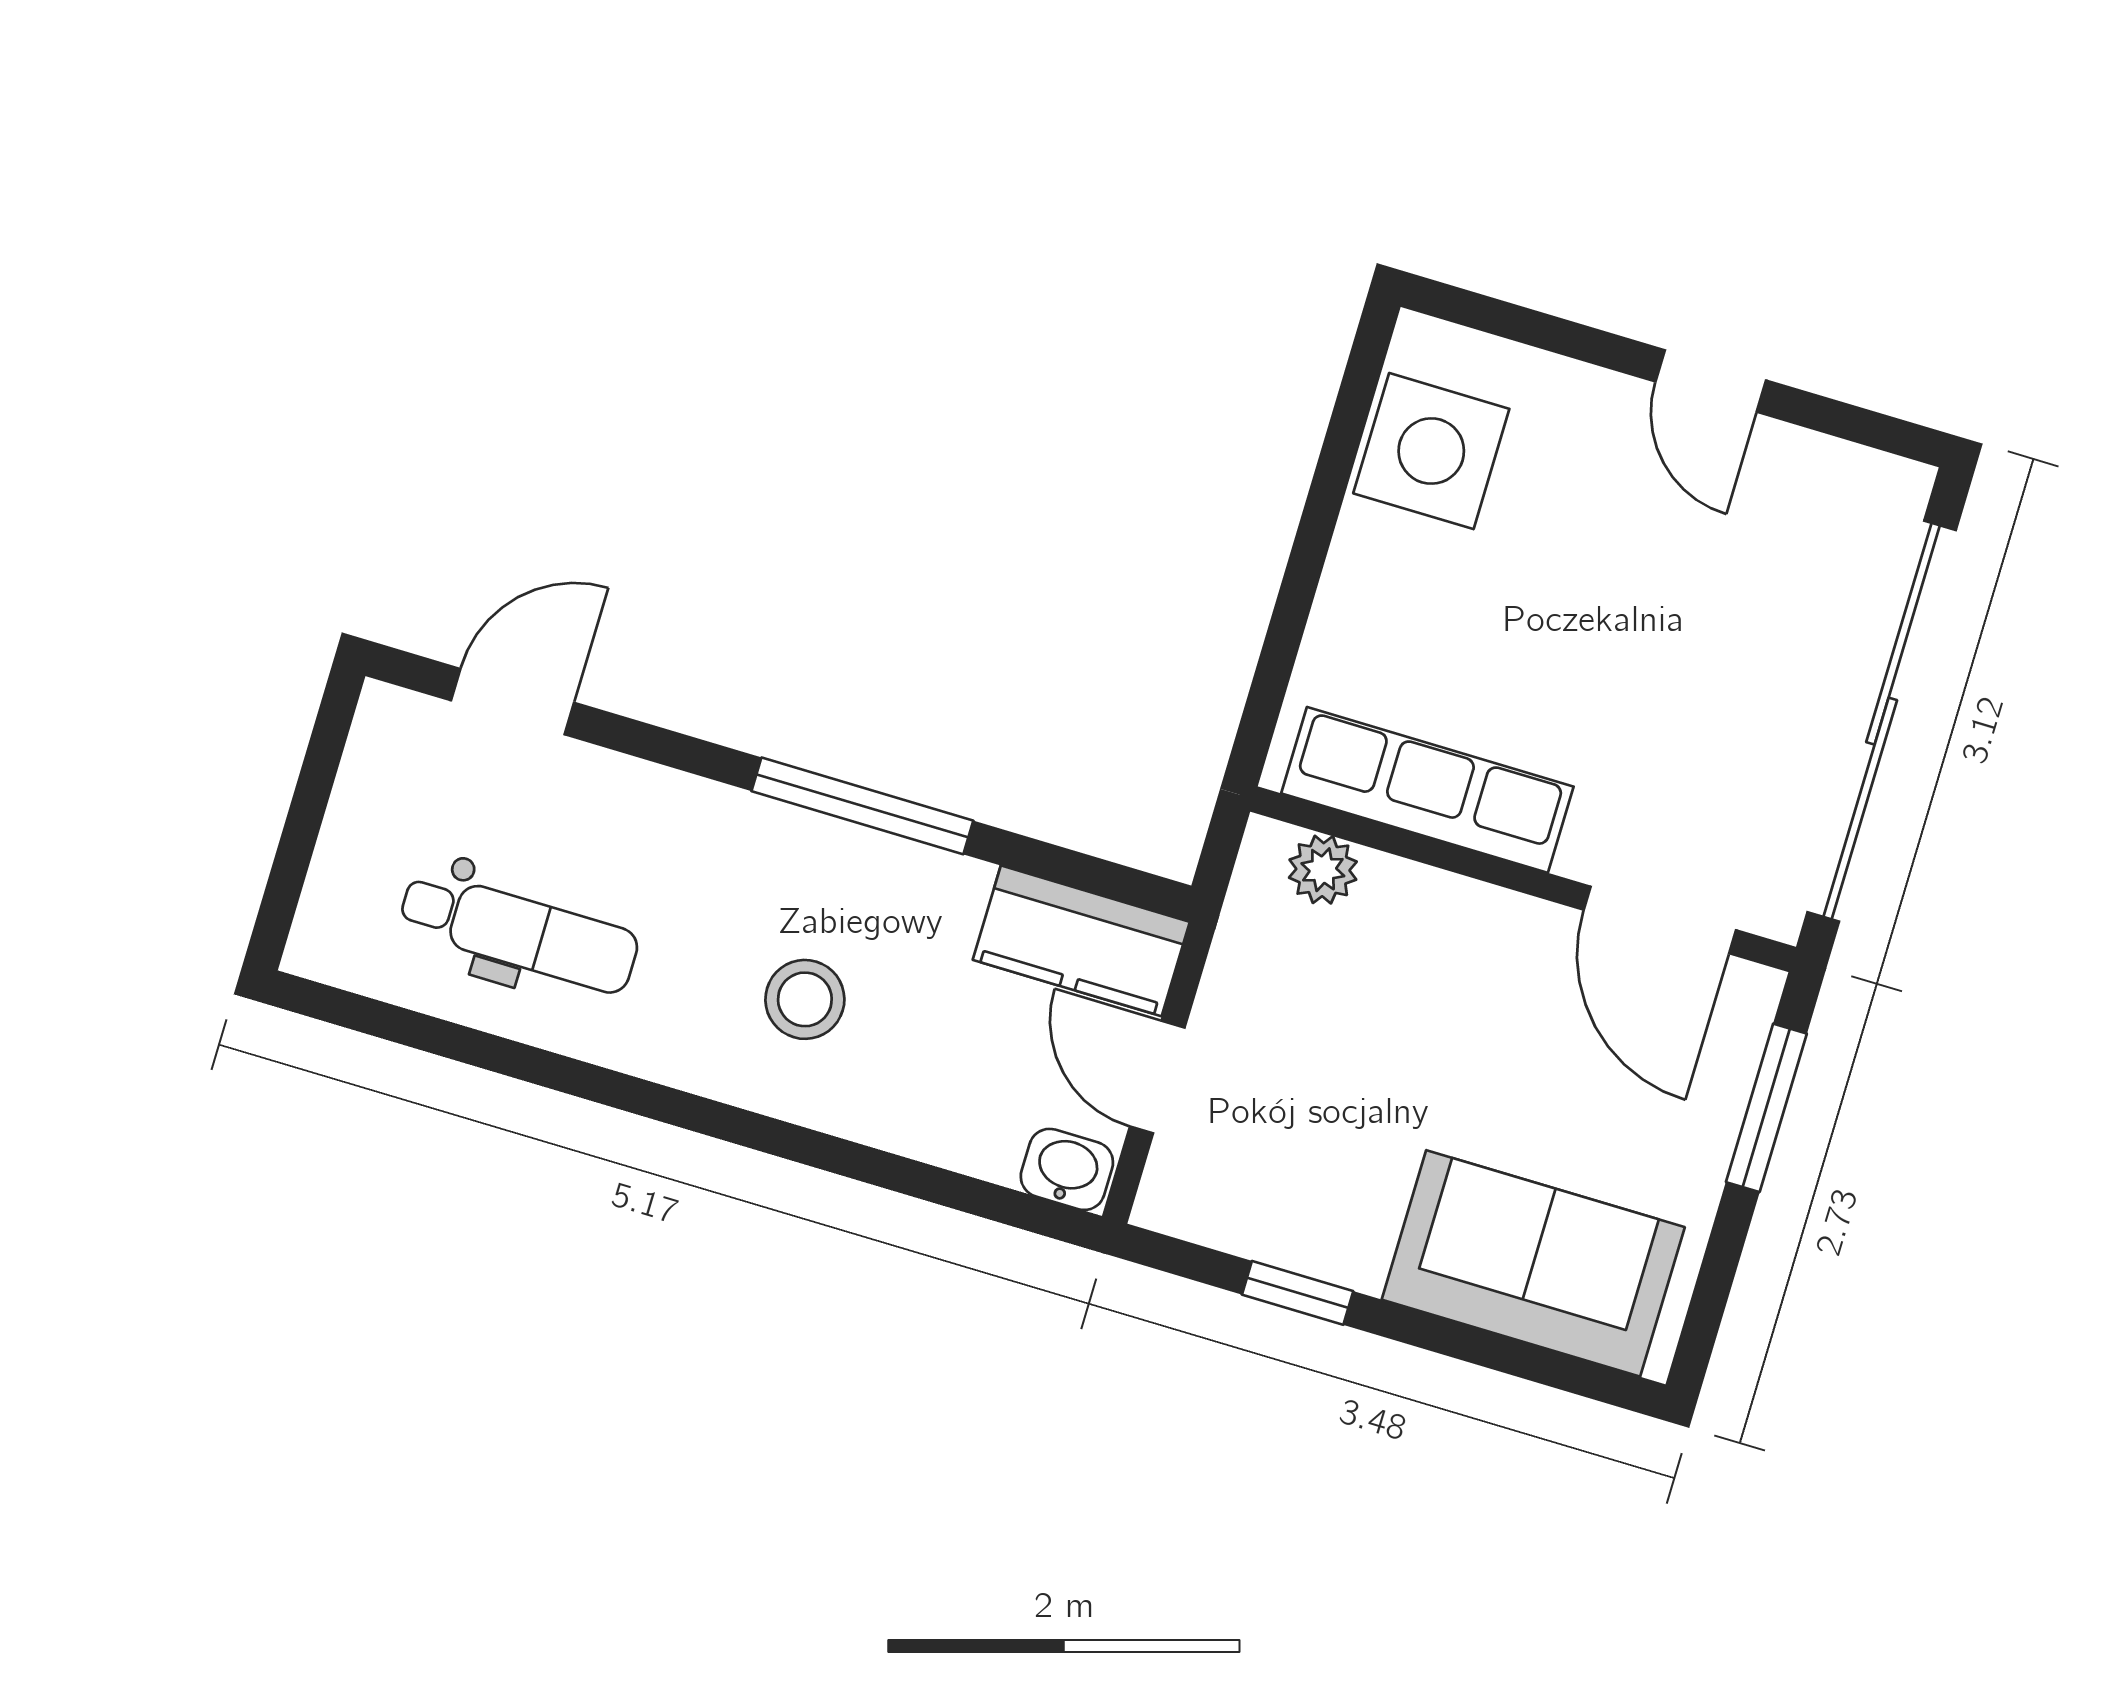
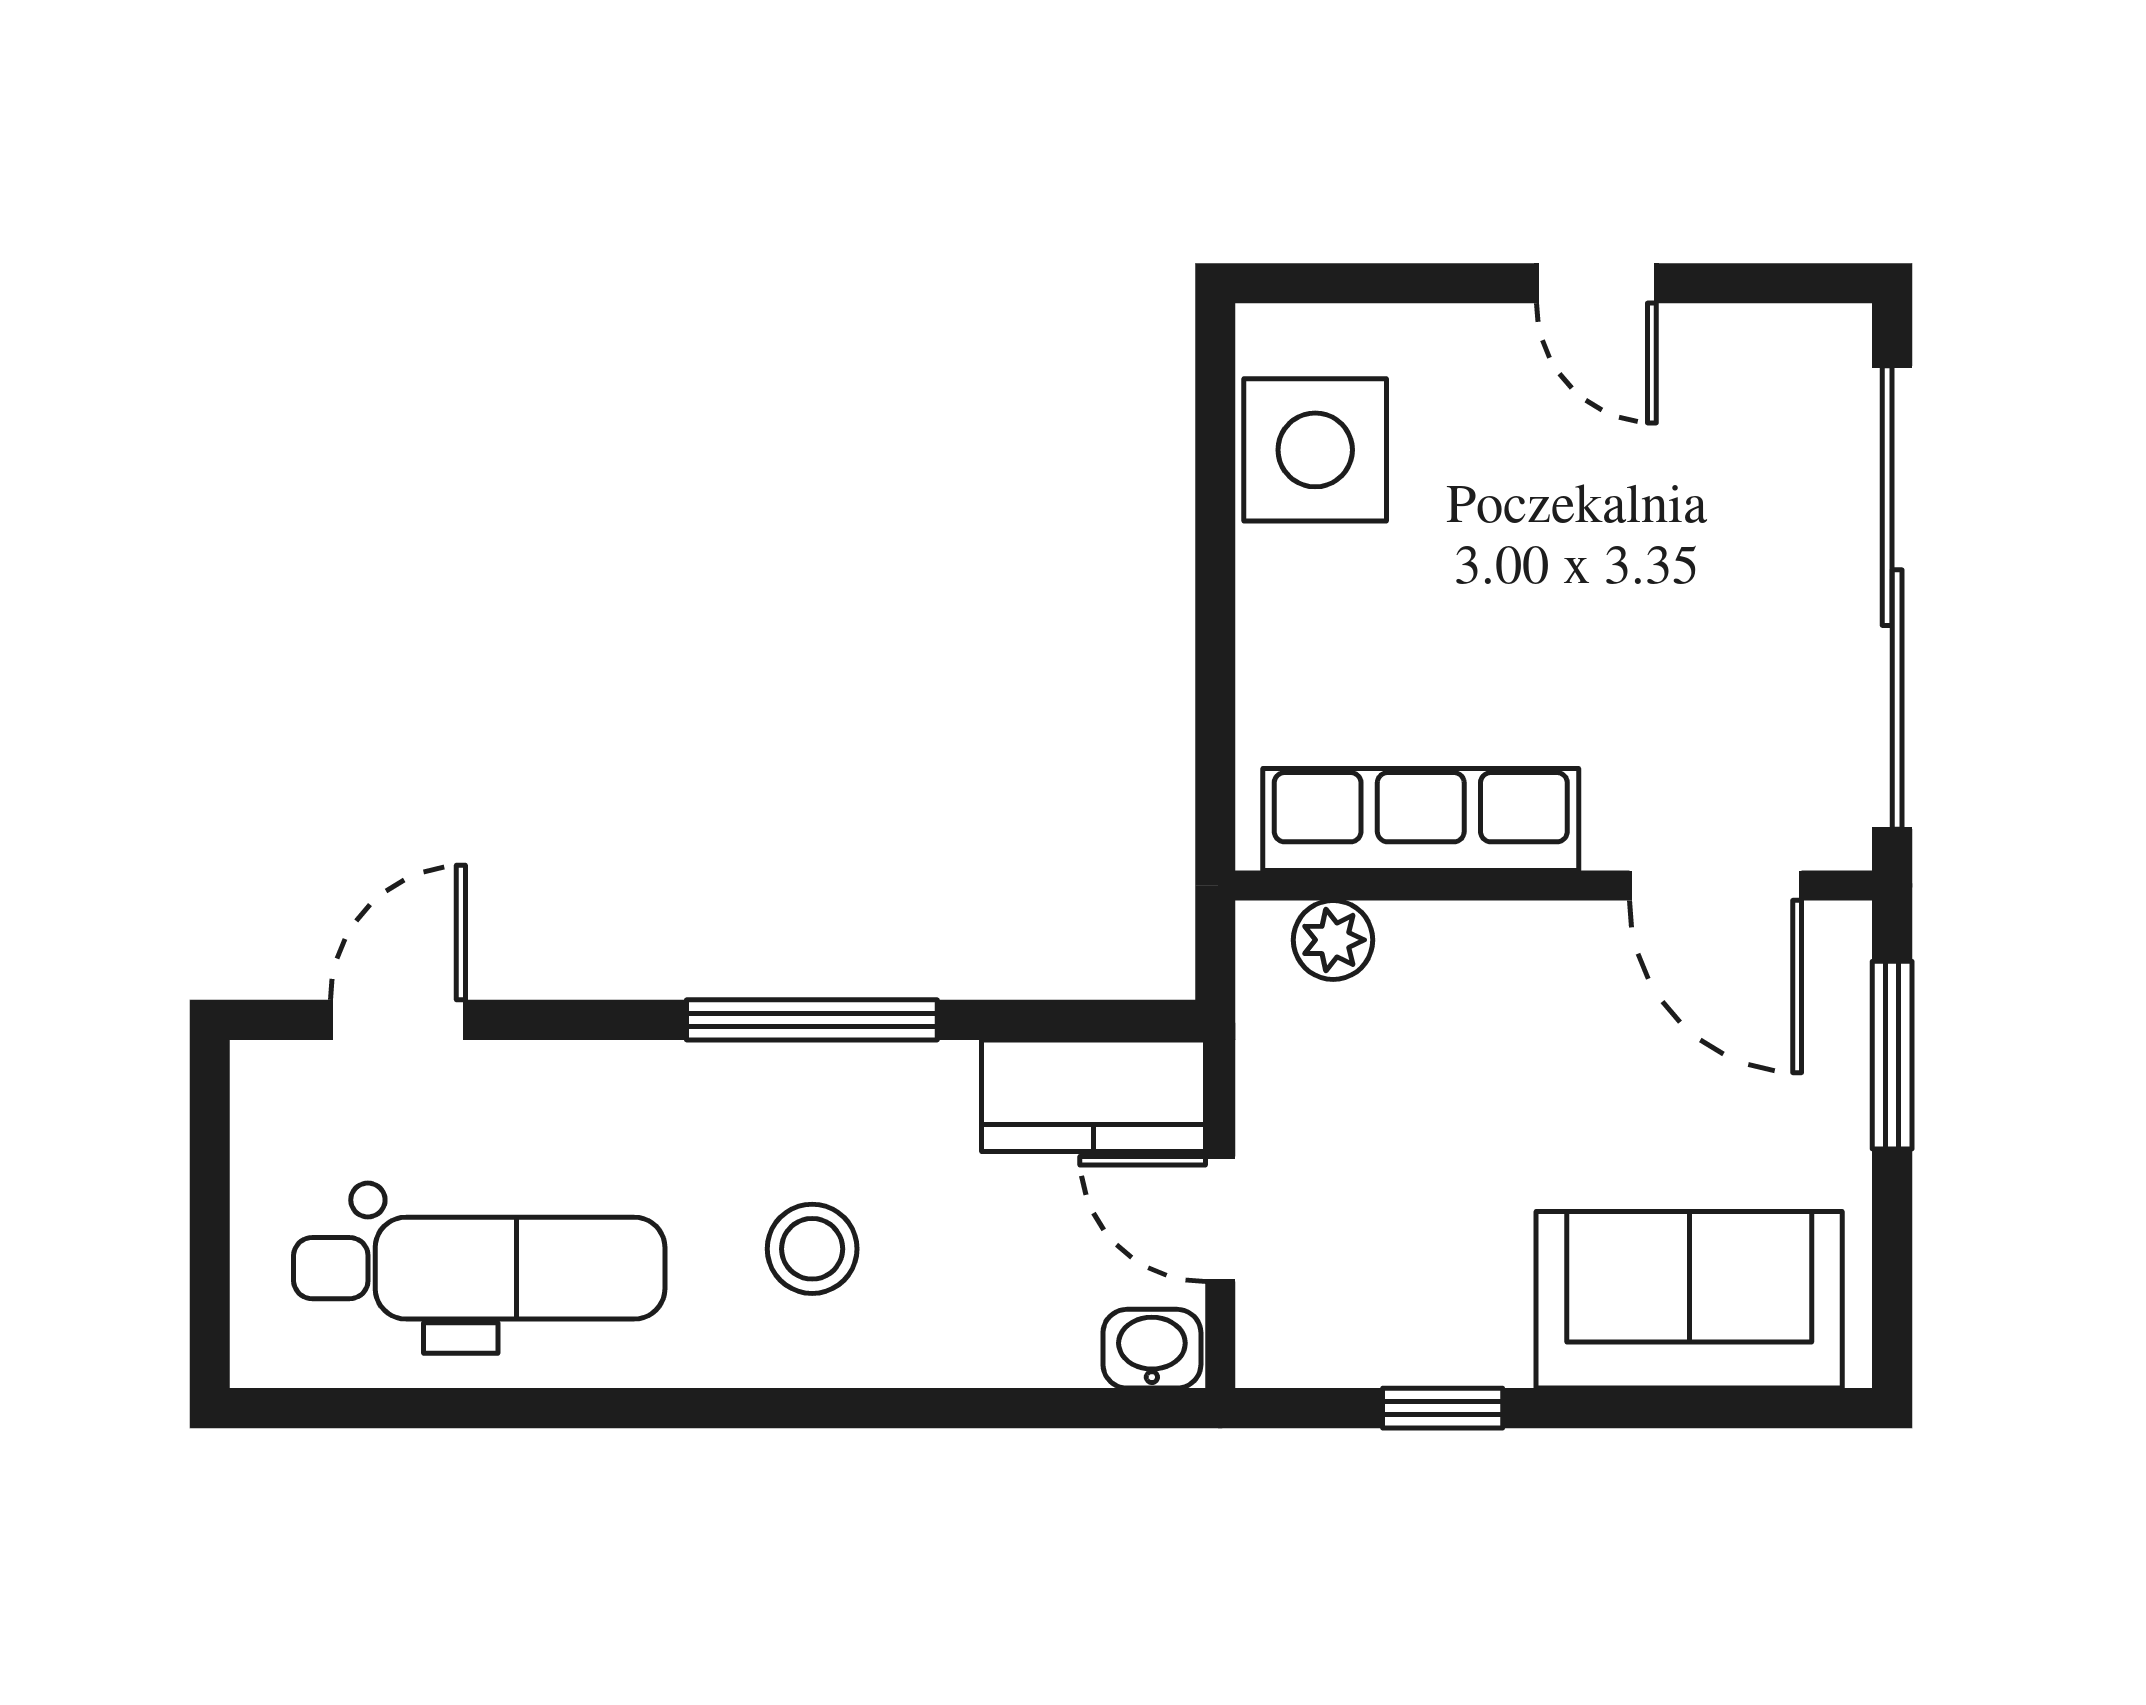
dental chair: (519, 932) -> (479, 1268), width x1.36, depth x1.38

